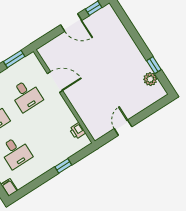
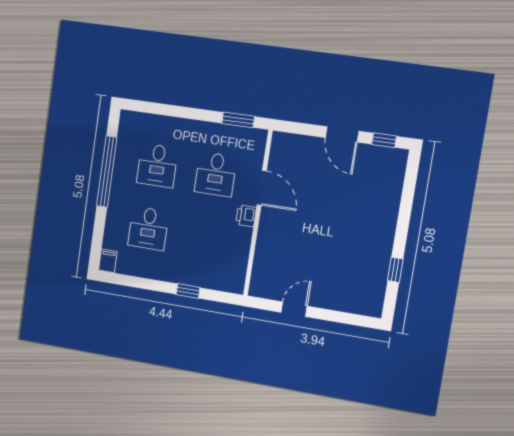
plant: (150, 79) -> (376, 282), removed
printer: (77, 131) -> (246, 216), moved

